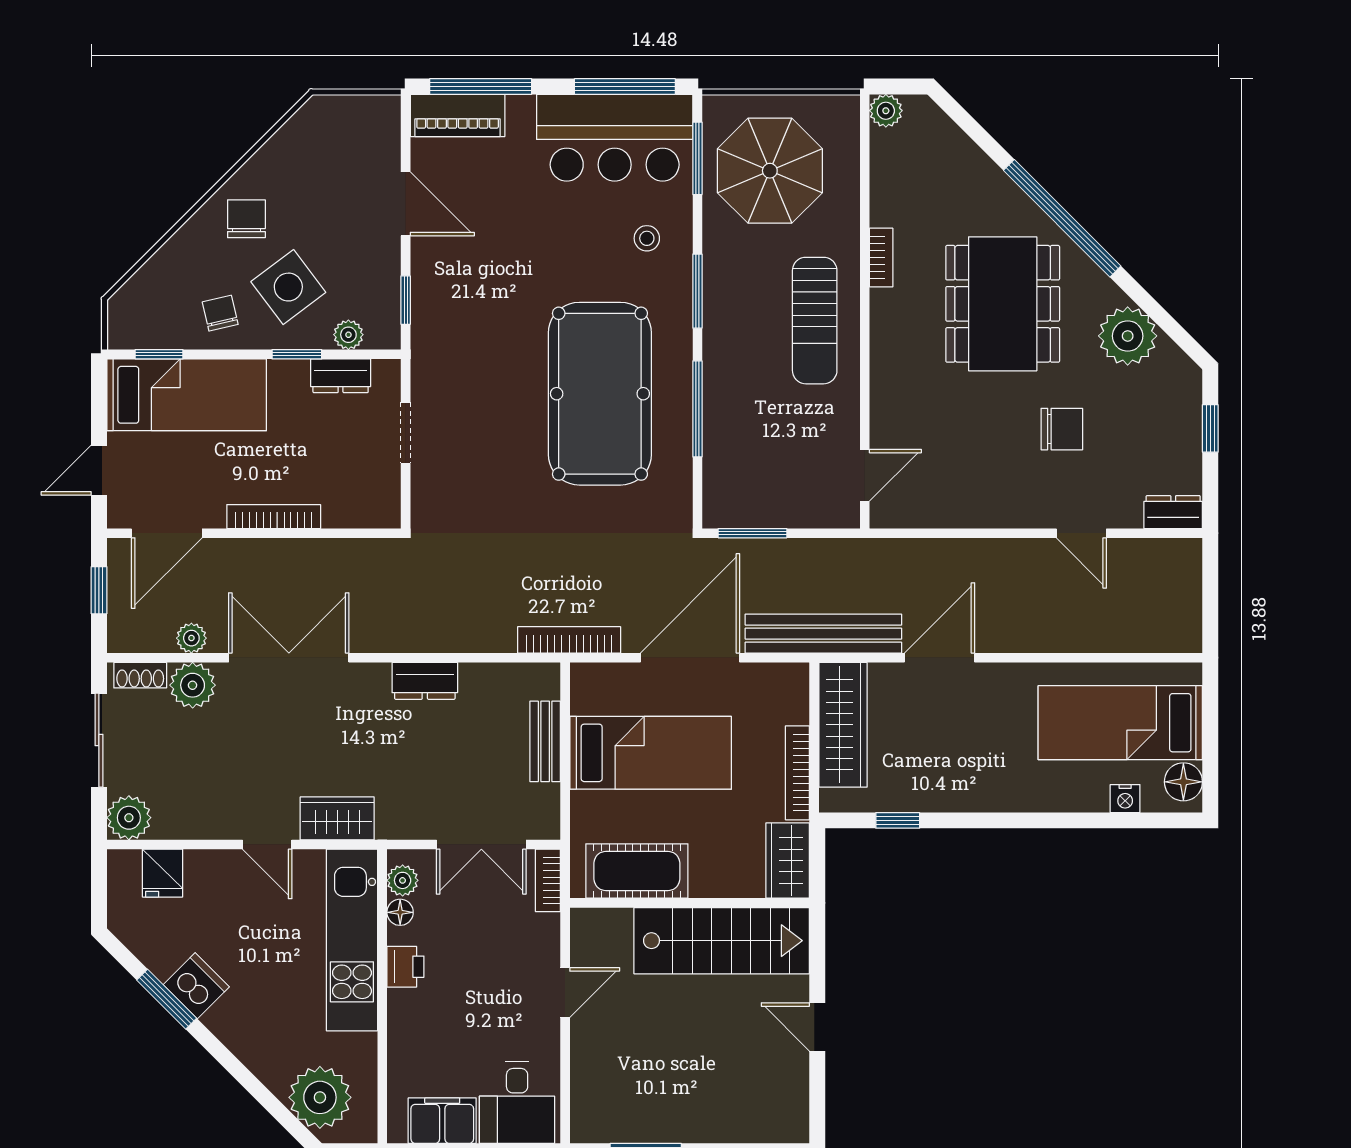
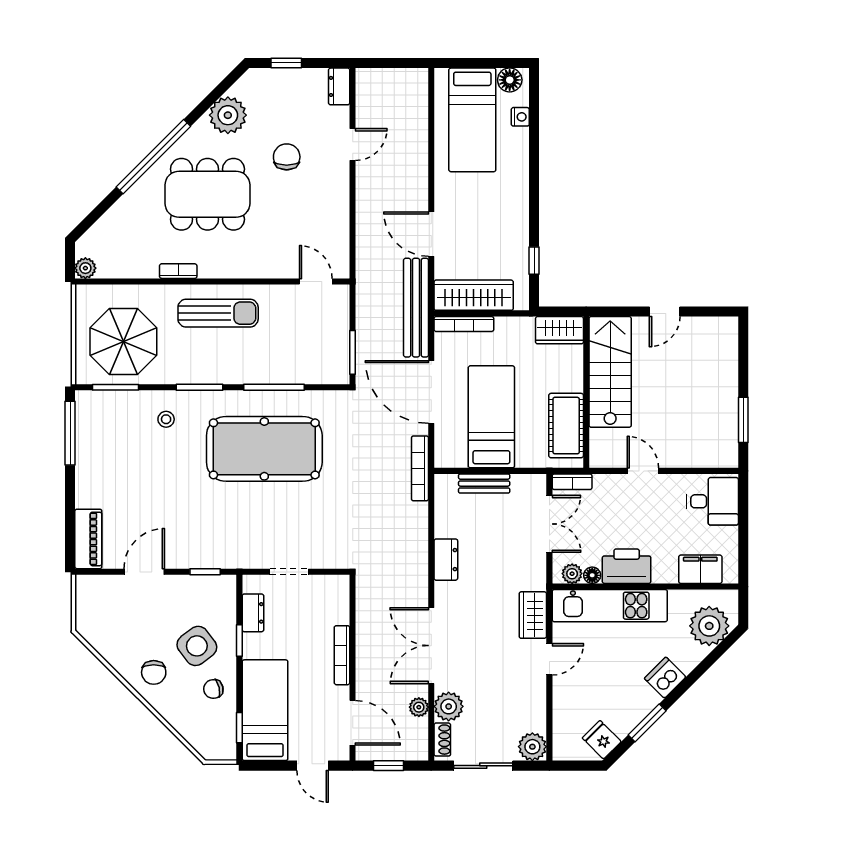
window: (481, 87) -> (70, 524), removed
bar counter: (615, 138) -> (102, 440), removed
chair: (246, 219) -> (154, 672), turned -90
plant: (348, 335) -> (227, 608), removed
bookcase: (797, 773) -> (464, 324), moved
fridge: (163, 873) -> (602, 740), moved, turned -135
printer: (405, 967) -> (627, 566), width x1.87, depth x1.48
dishwasher: (196, 986) -> (665, 678), moved
filing cabinet: (442, 1121) -> (700, 569), moved, turned 90

